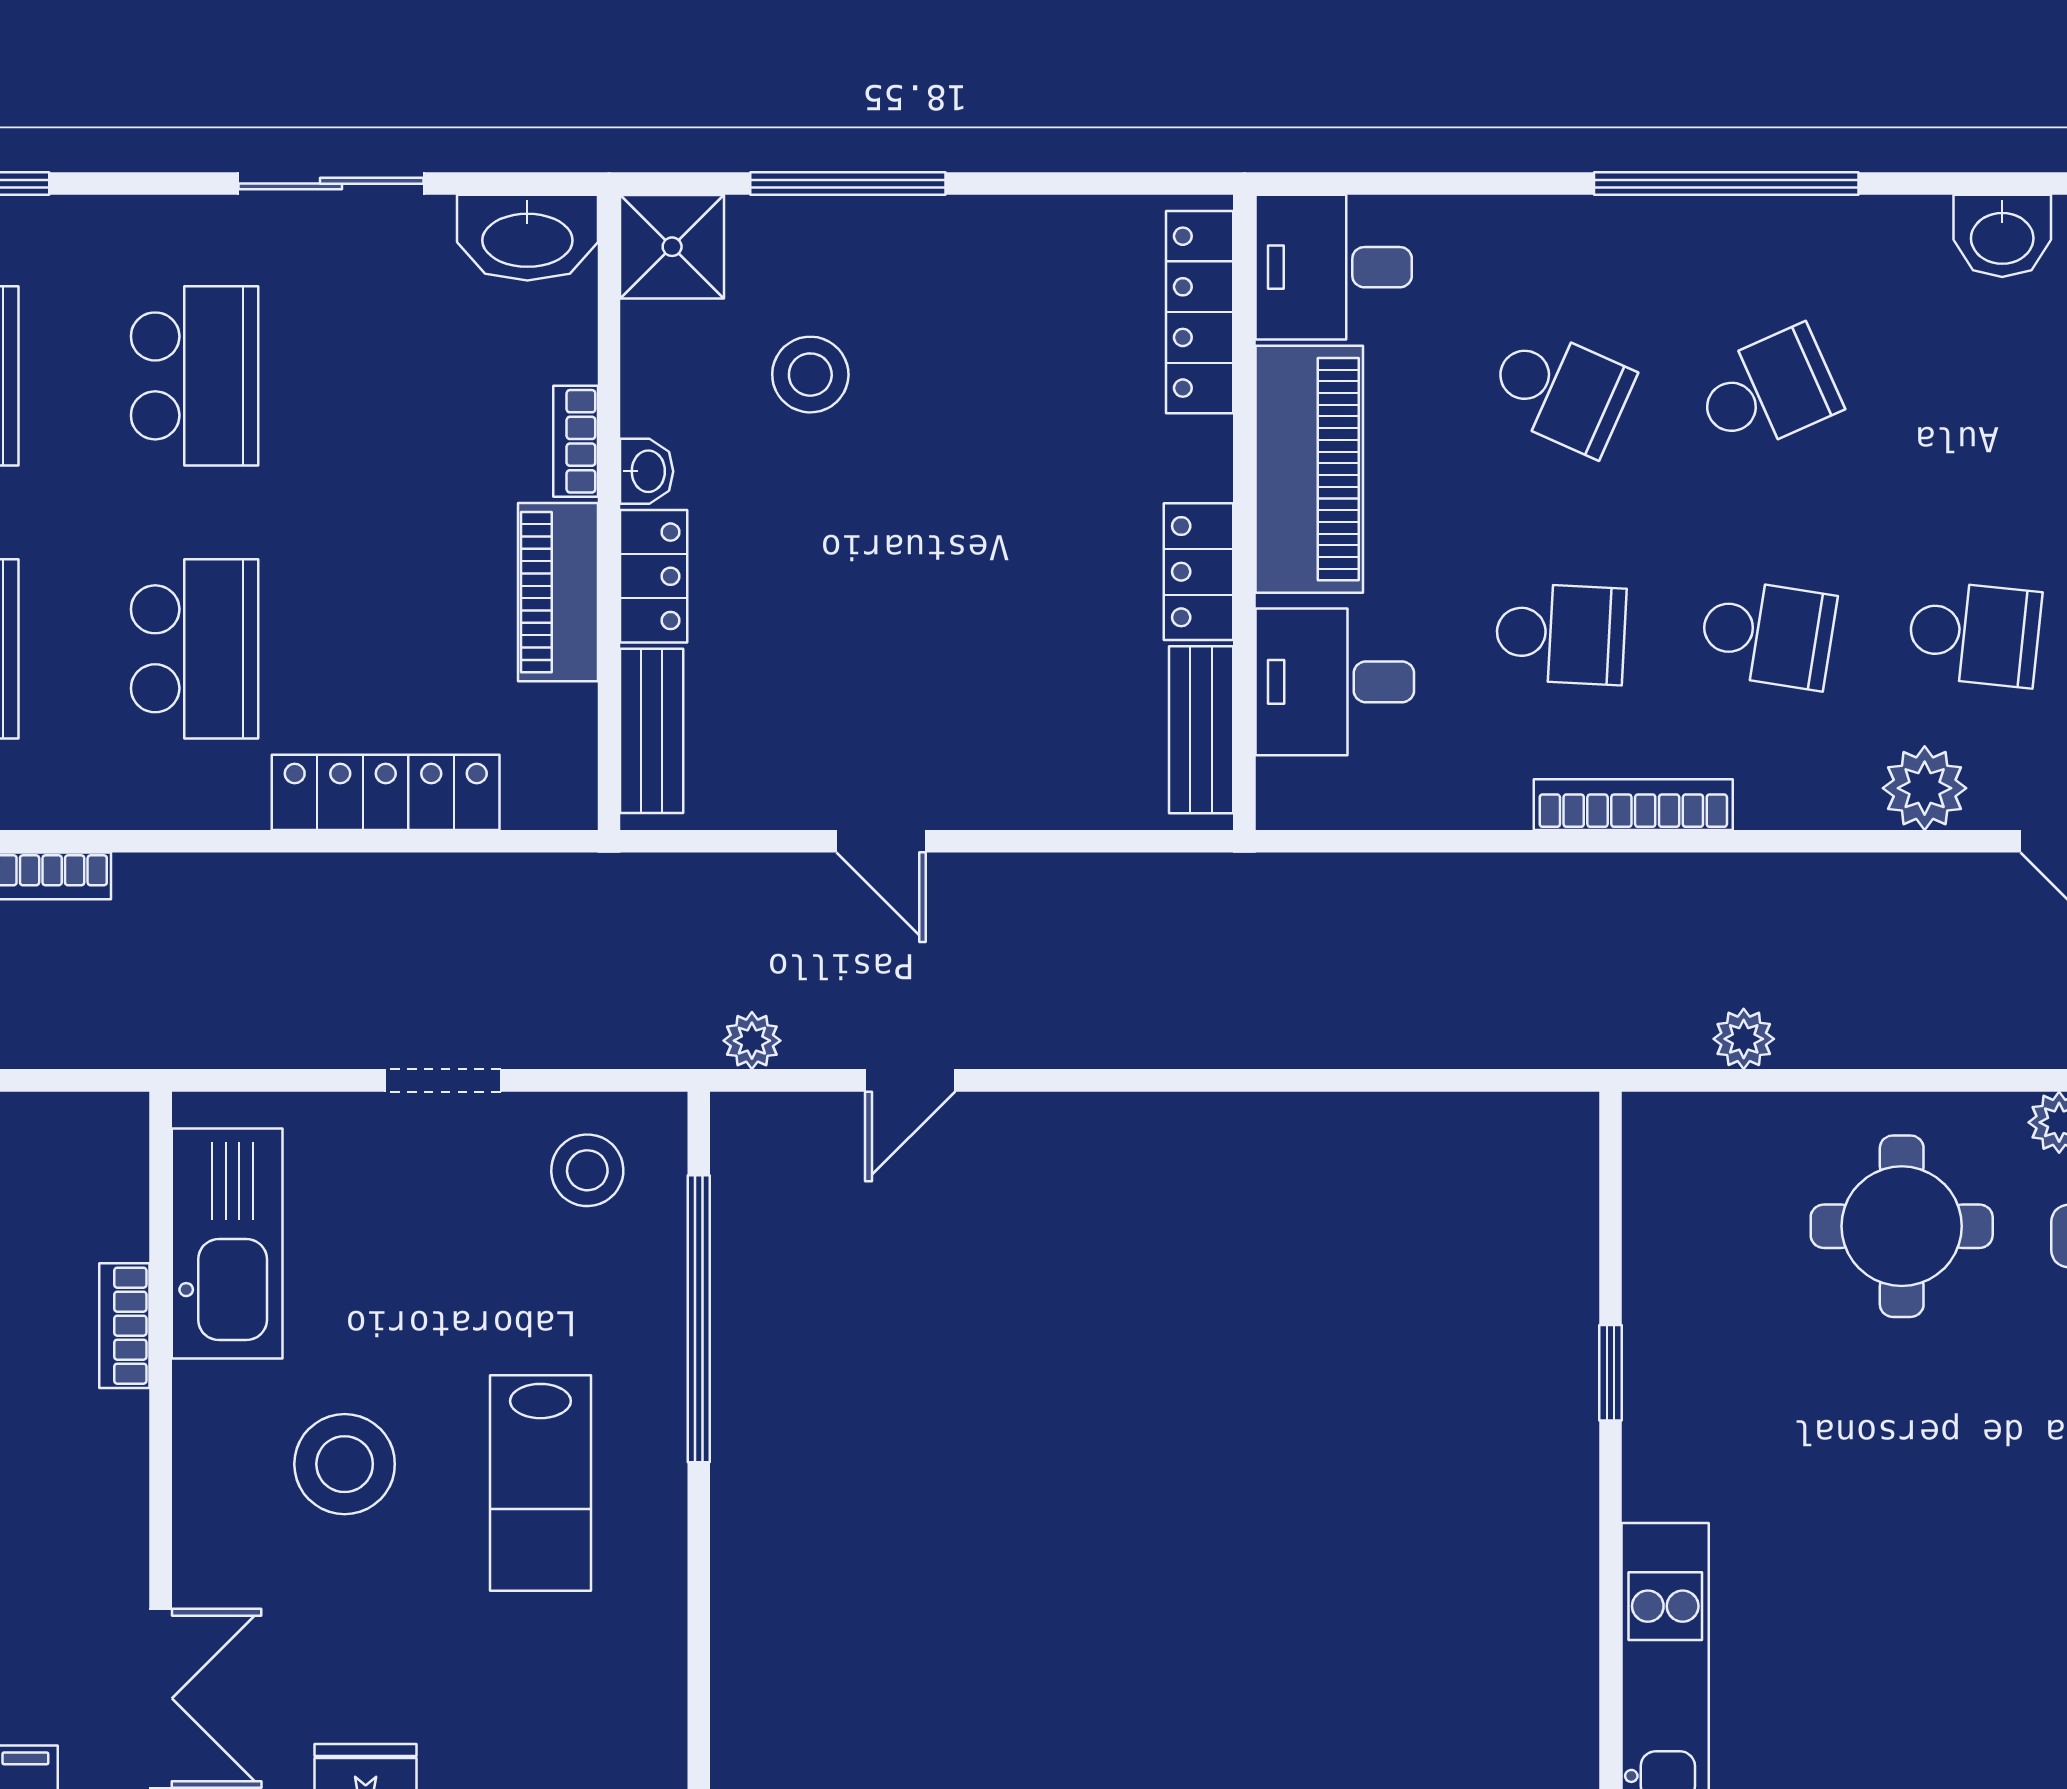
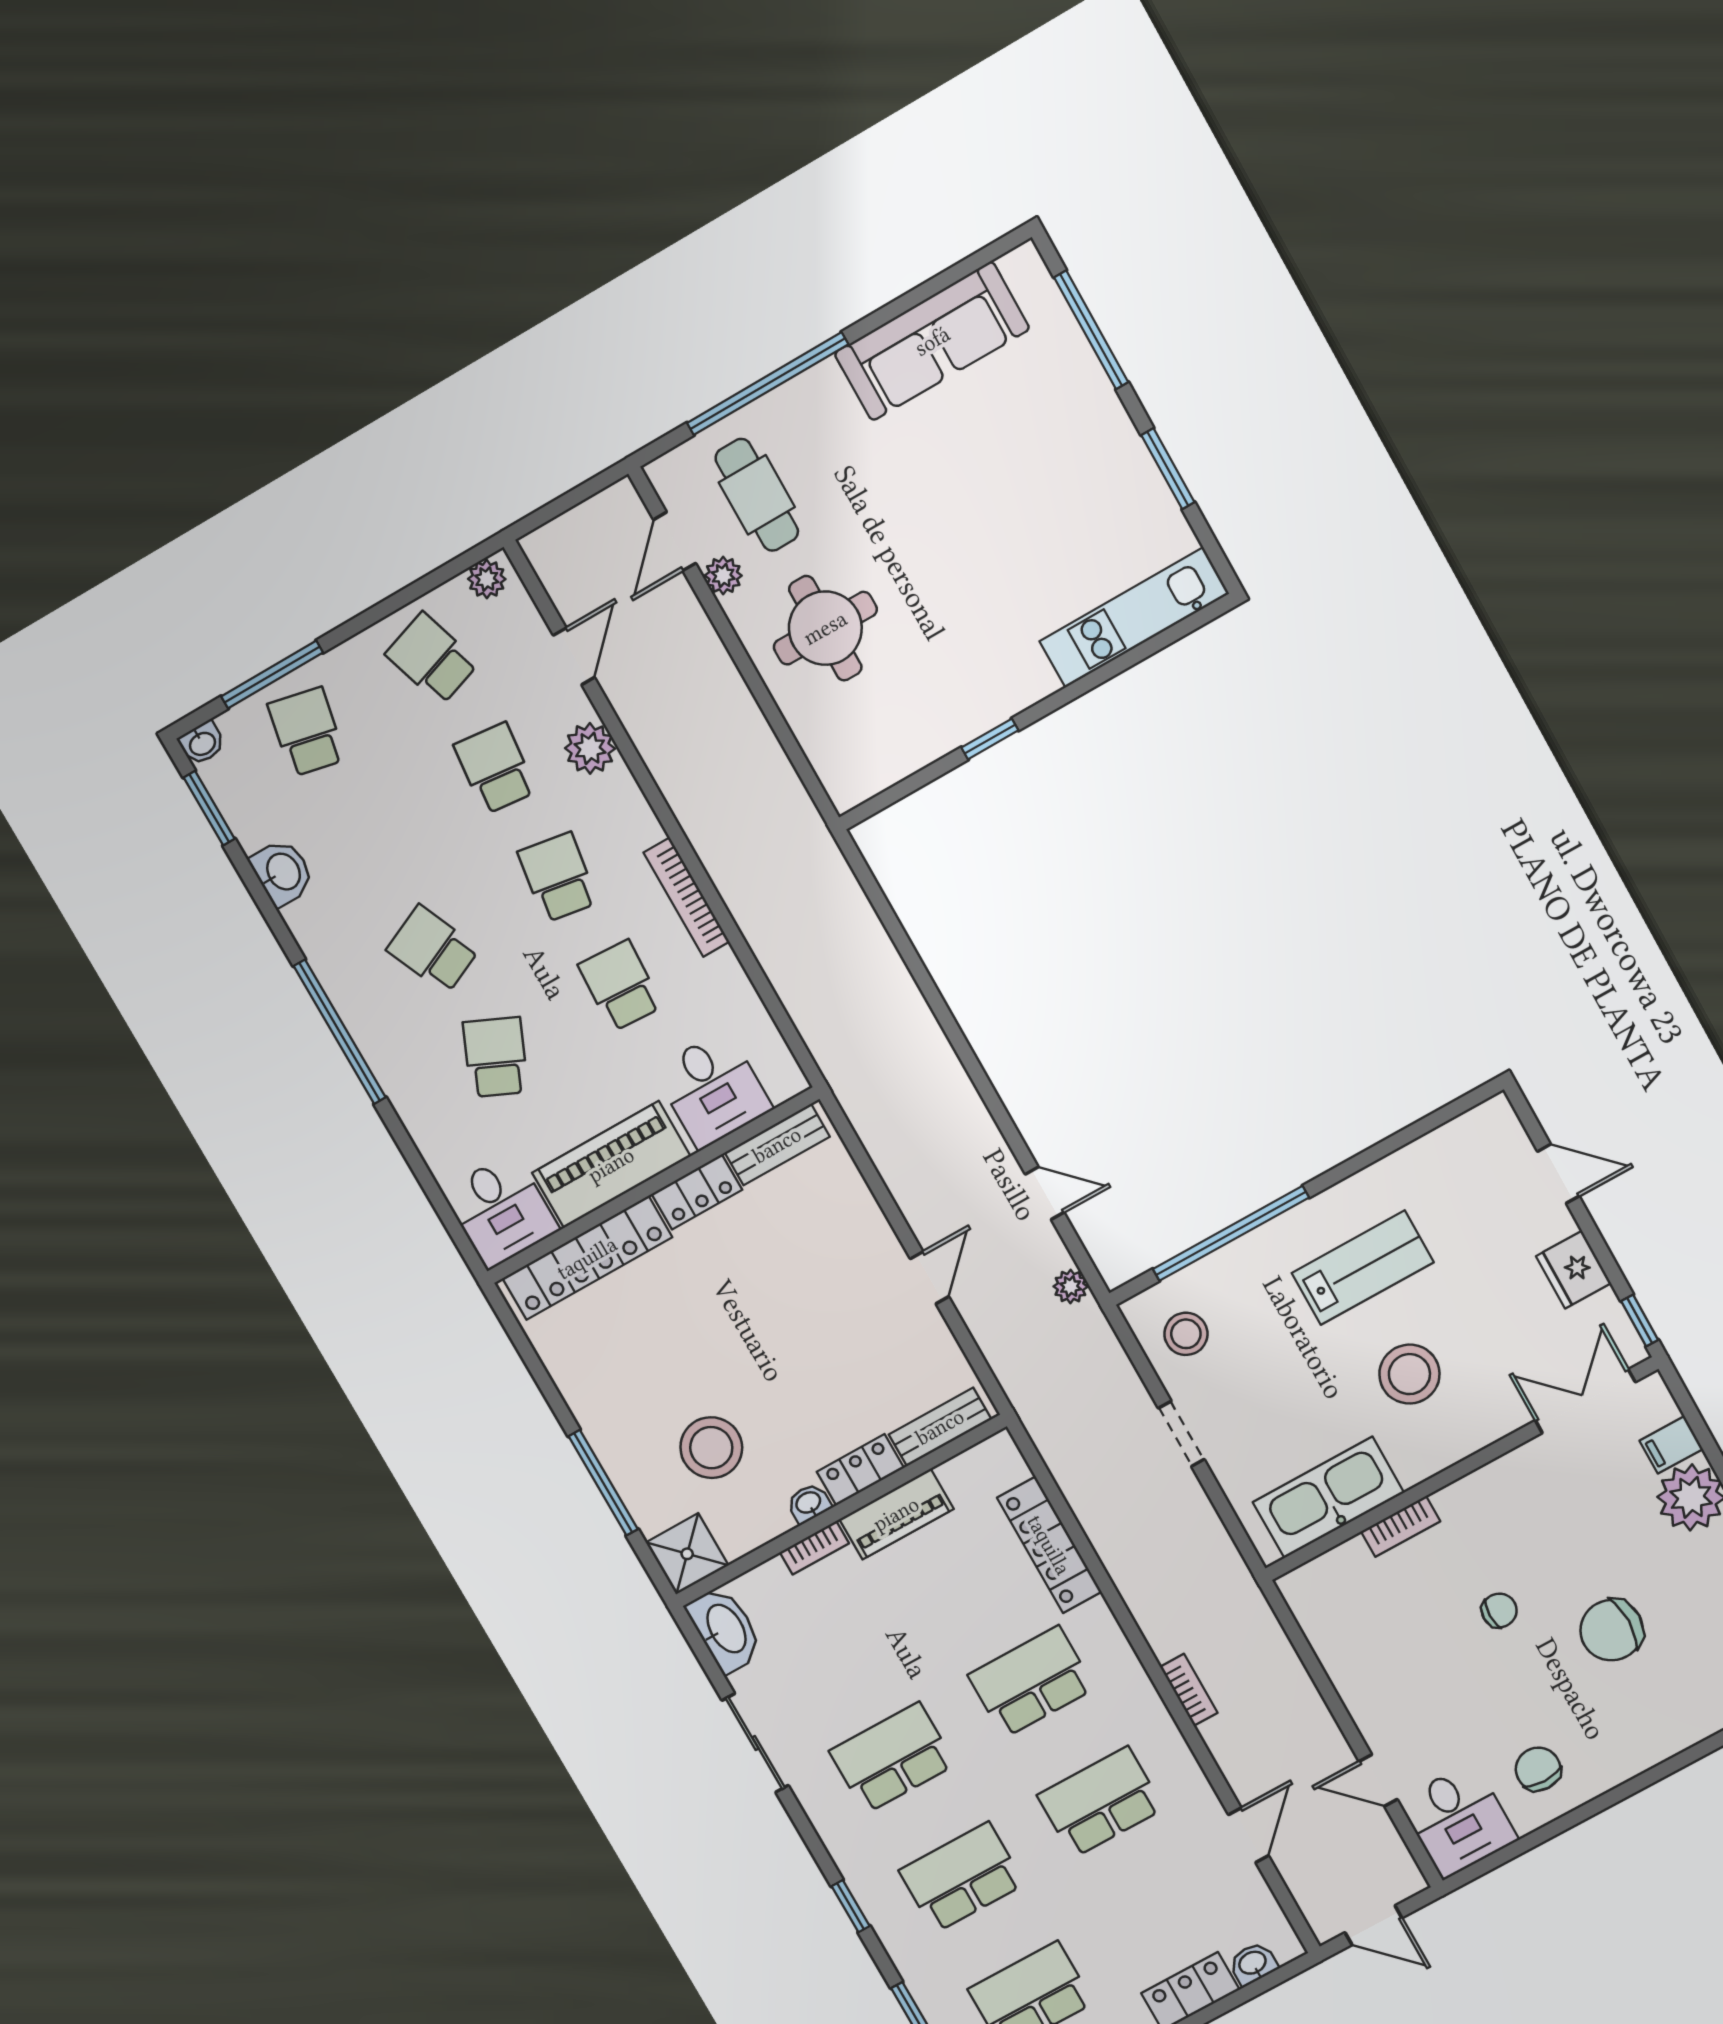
locker: (1200, 312) -> (587, 1258), width x1.41, depth x1.21
stool: (810, 375) -> (711, 1448), width x1.38, depth x1.38
plant: (1744, 1039) -> (775, 769), removed

